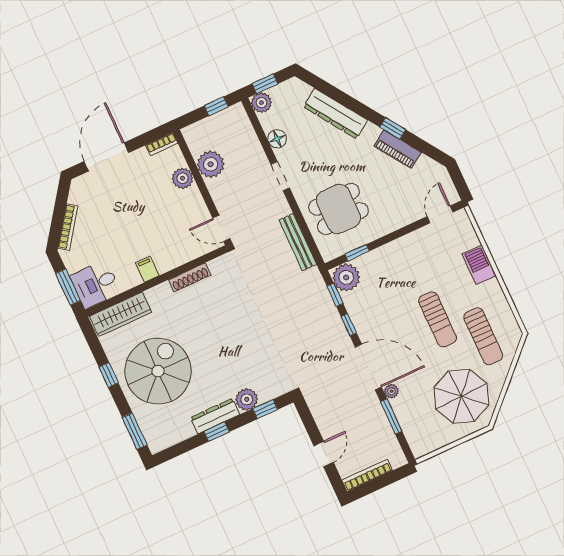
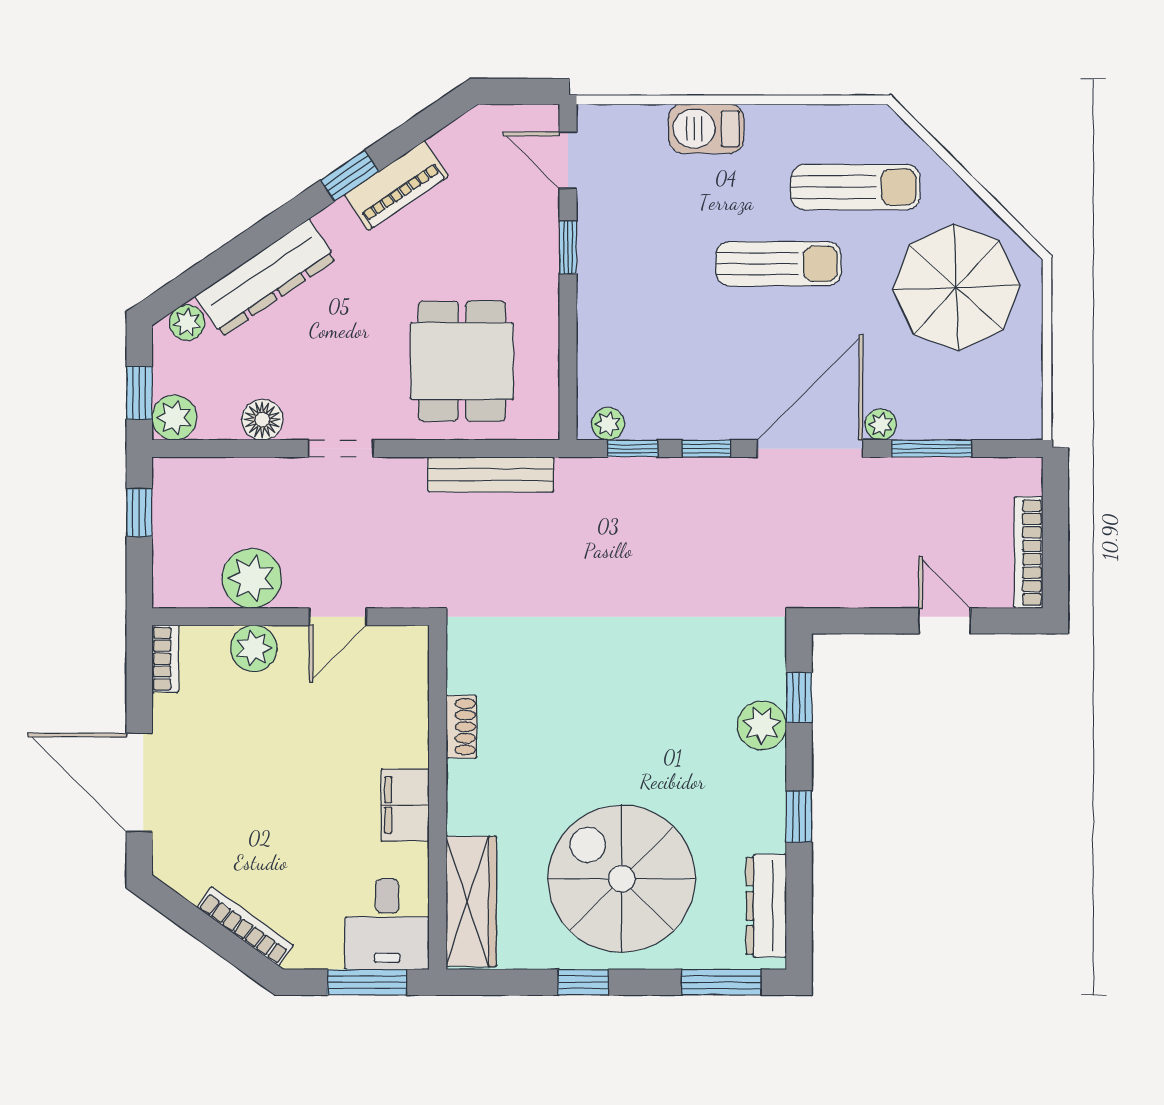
plant: (302, 90) -> (187, 323), added
door: (221, 228) -> (338, 617), moved
window: (357, 253) -> (568, 247), moved
filing cabinet: (147, 269) -> (405, 805), width x2.00
shoe rack: (190, 277) -> (461, 727), width x0.70
plant: (346, 277) -> (608, 424), width x0.53, depth x0.53
dresser: (215, 416) -> (766, 906), moved

